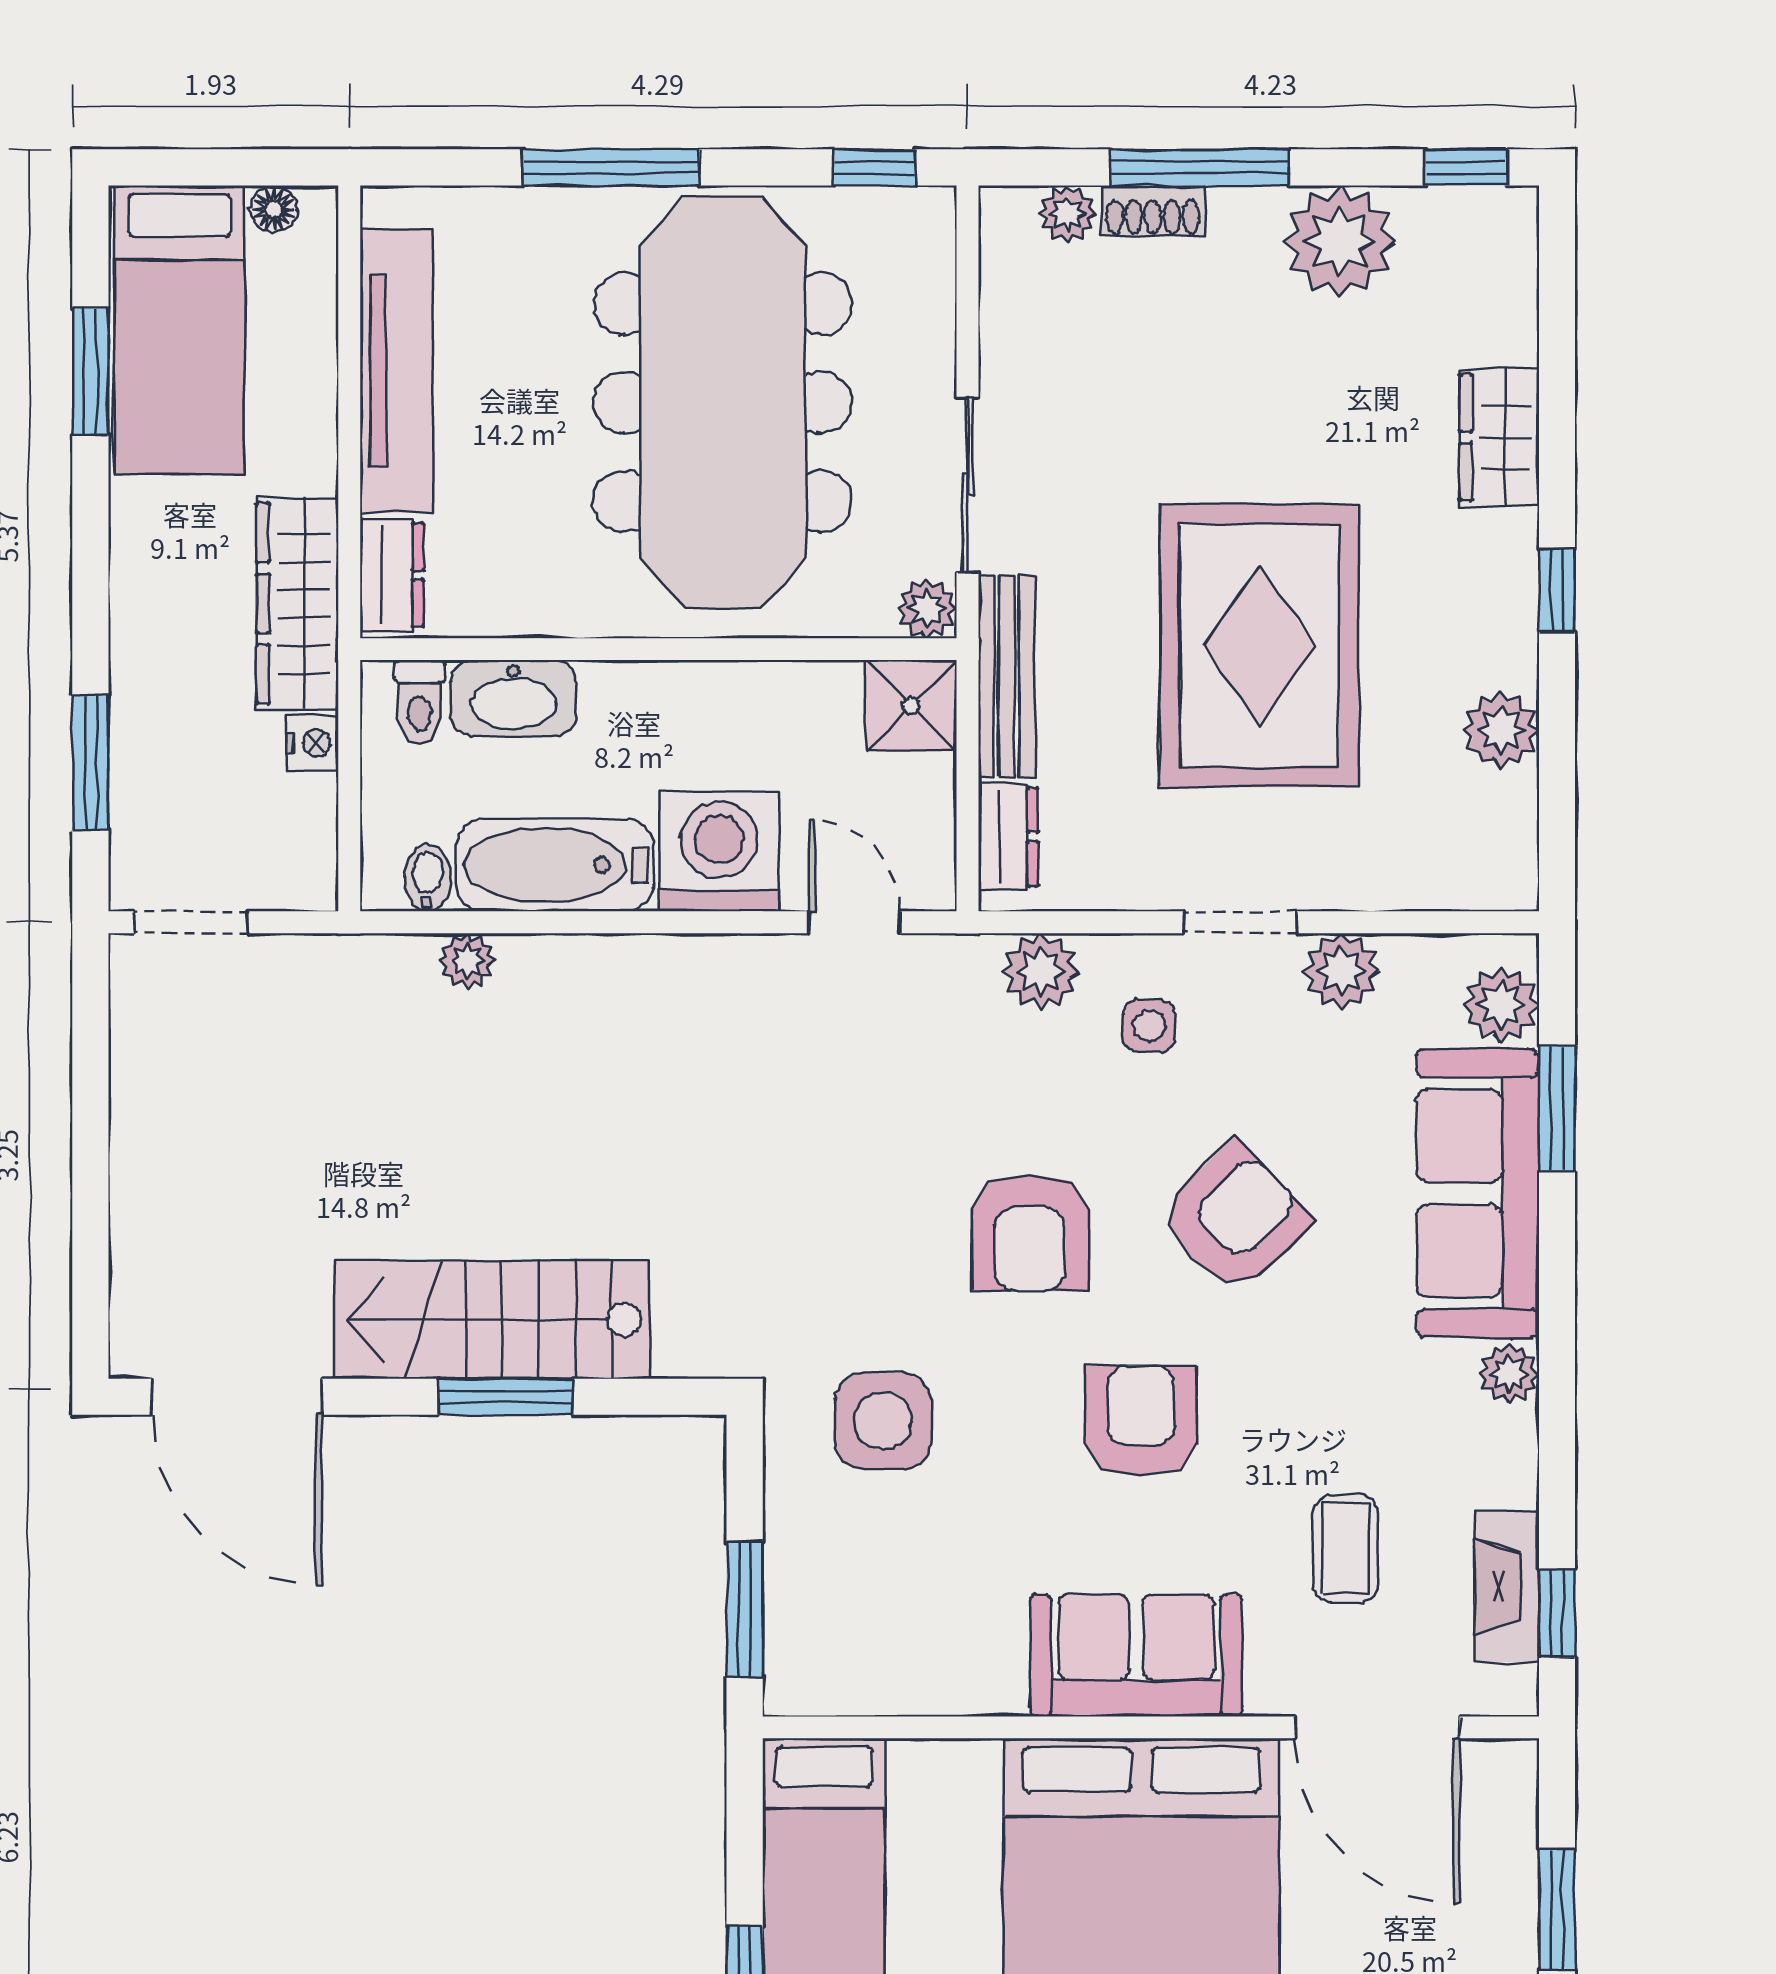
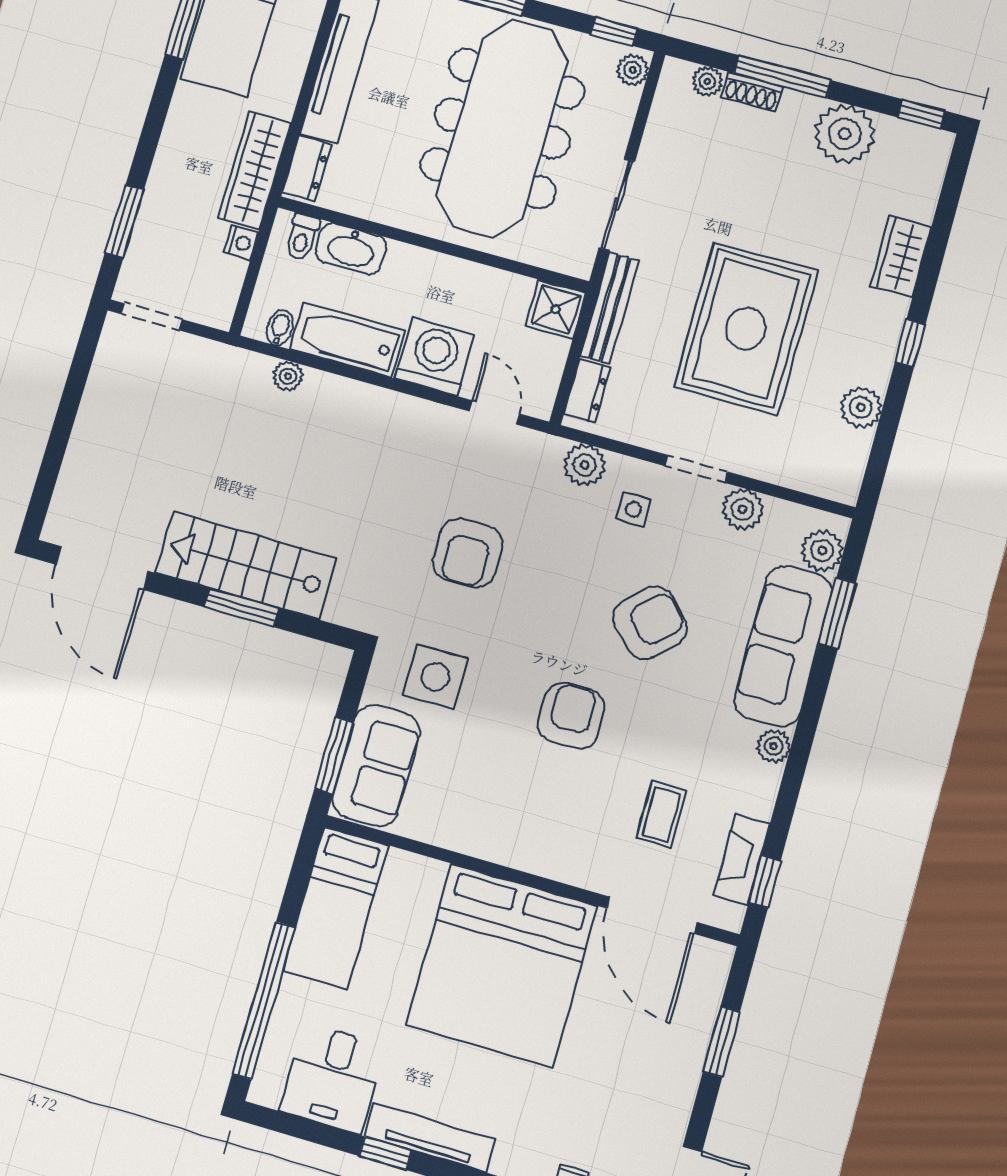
plant: (927, 609) -> (633, 70), moved
armchair: (1030, 1233) -> (468, 553), moved
sofa: (1136, 1655) -> (376, 766), moved, turned 90

